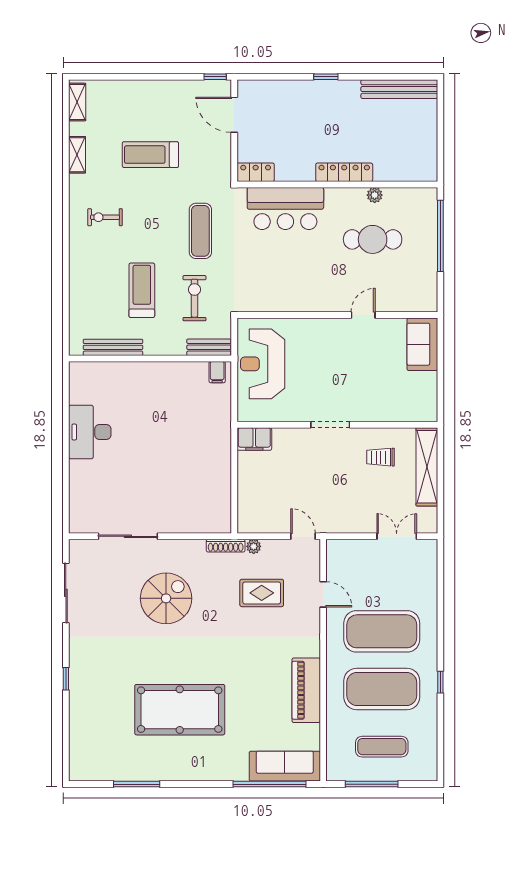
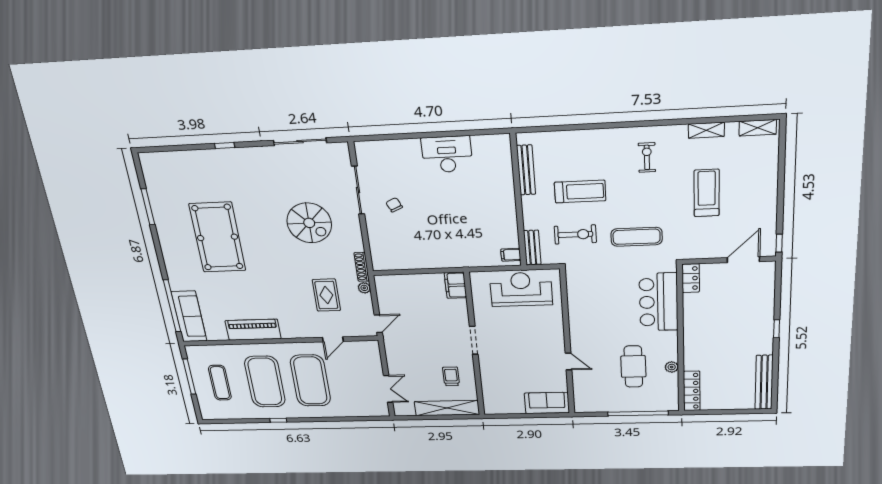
locker: (344, 172) -> (692, 391), moved
chair: (148, 498) -> (394, 205), added

